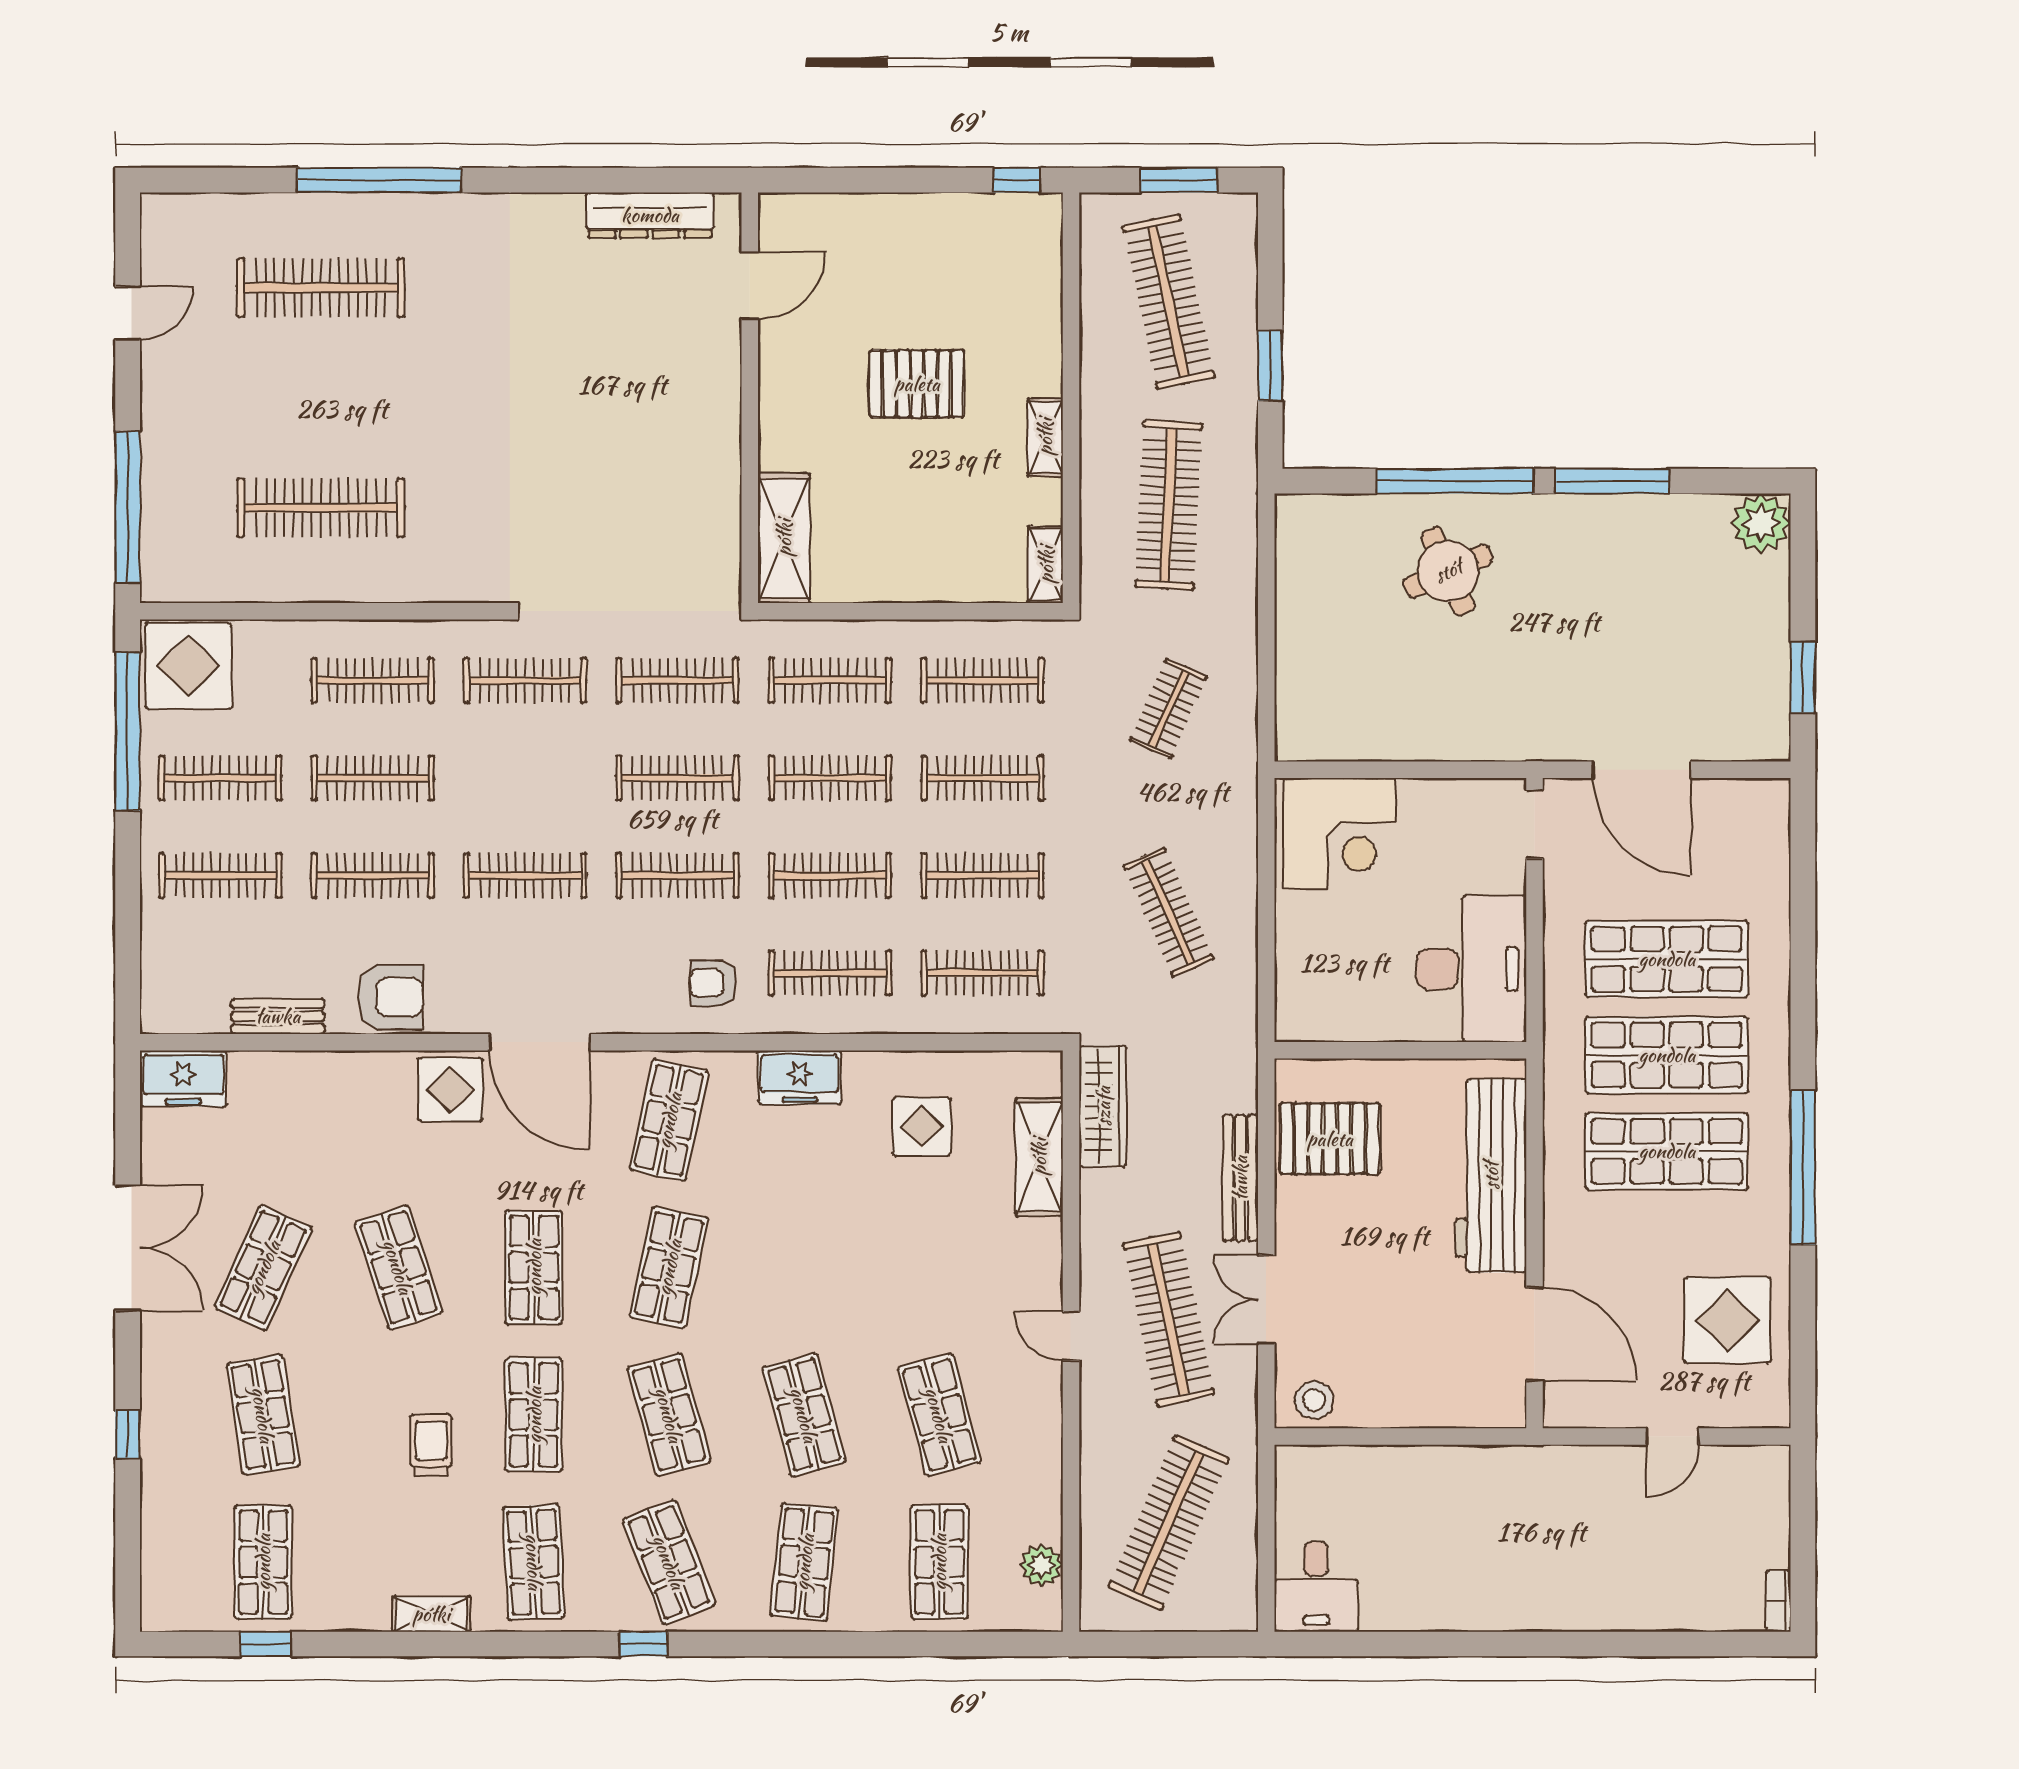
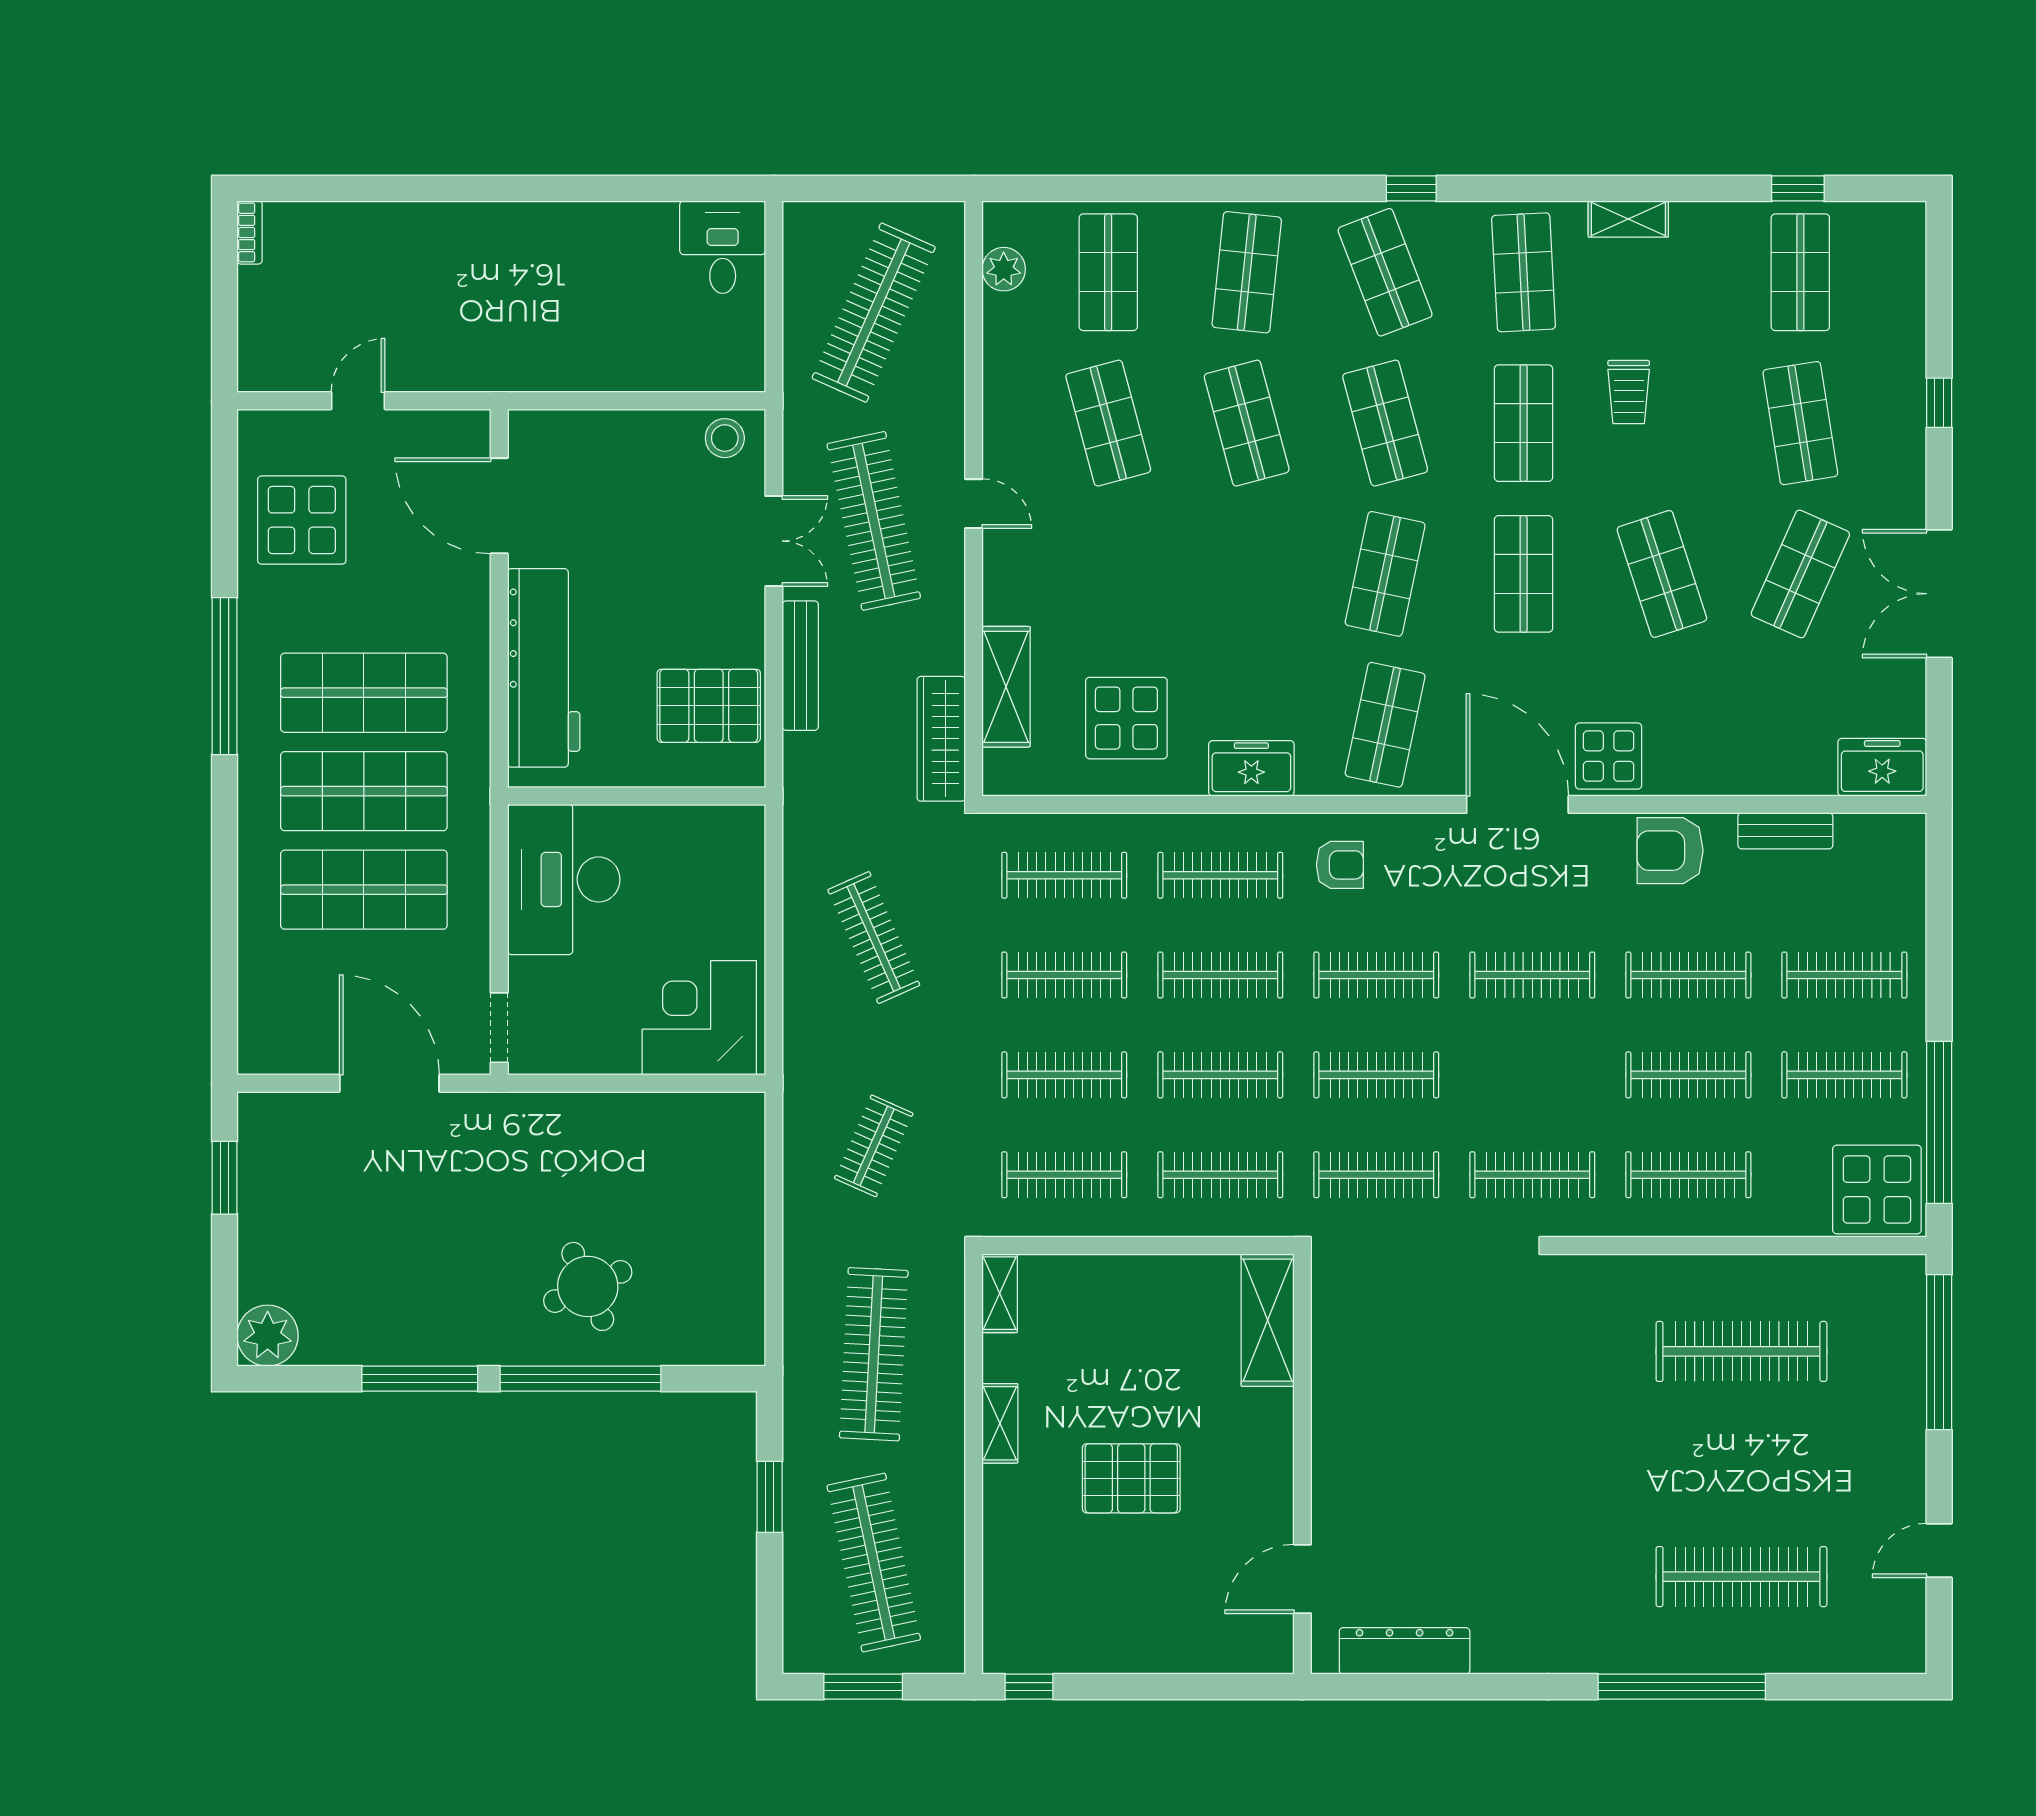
display table: (922, 1127) -> (1126, 718), width x1.36, depth x1.36

